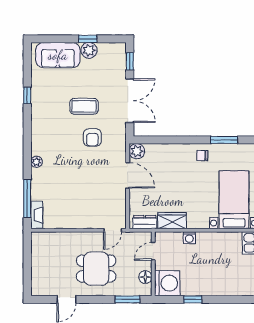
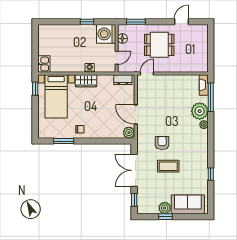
plant: (42, 180) -> (200, 111), added
wardrobe: (172, 221) -> (86, 81), moved

